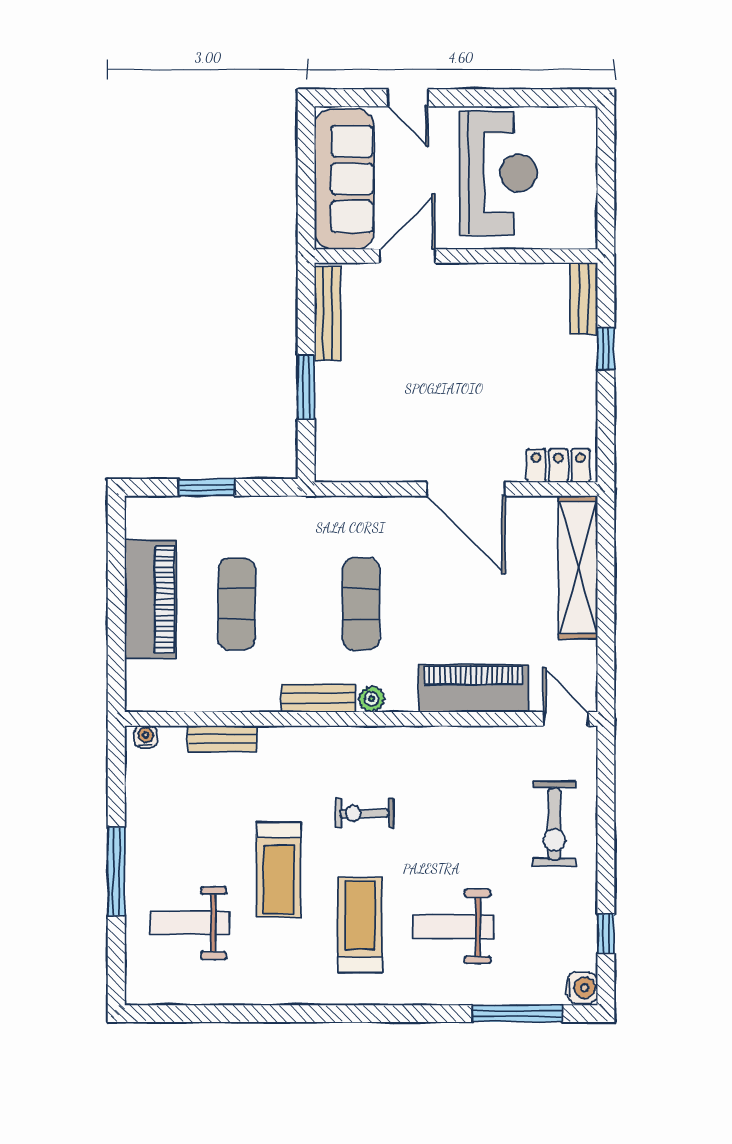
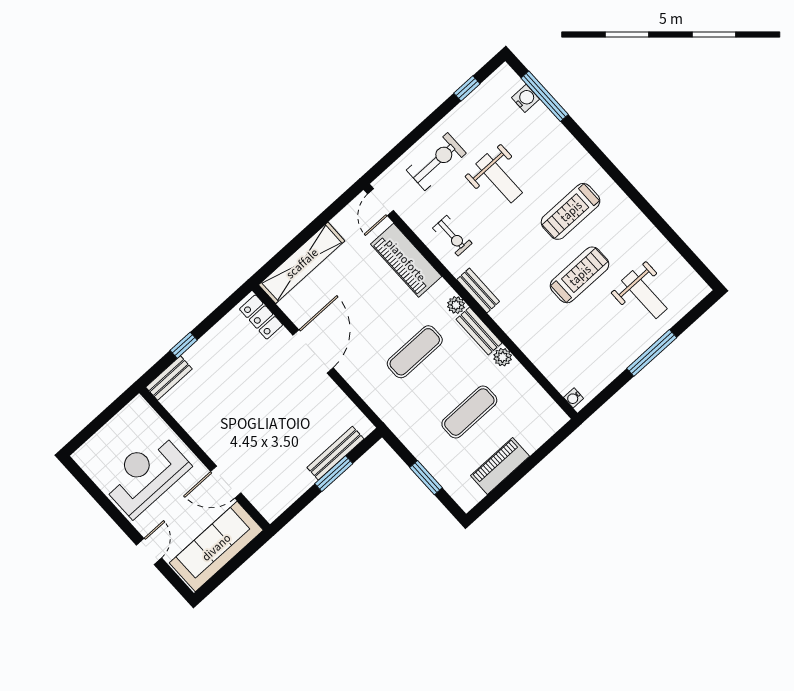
bench: (328, 314) -> (335, 453), moved
piano: (150, 599) -> (500, 466), width x0.73, depth x0.75
plant: (265, 698) -> (503, 357), added
bench: (222, 739) -> (478, 291), moved
exercise bike: (364, 813) -> (452, 236), moved
weight bench: (453, 926) -> (499, 178), moved
water cooler: (582, 988) -> (525, 98), moved, turned 90

